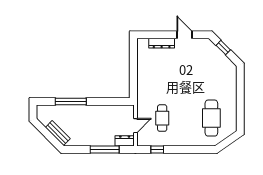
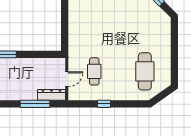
dresser: (125, 141) -> (51, 95), width x1.44
window: (157, 150) -> (104, 104), moved

